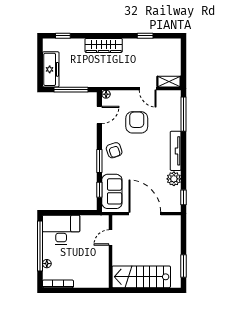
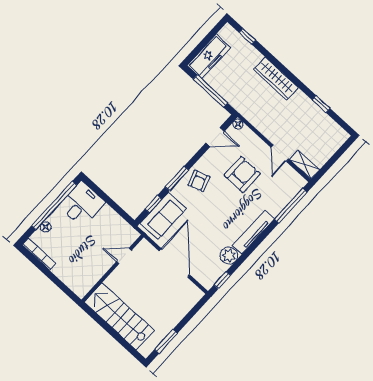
desk: (61, 230) -> (82, 204), width x0.73

